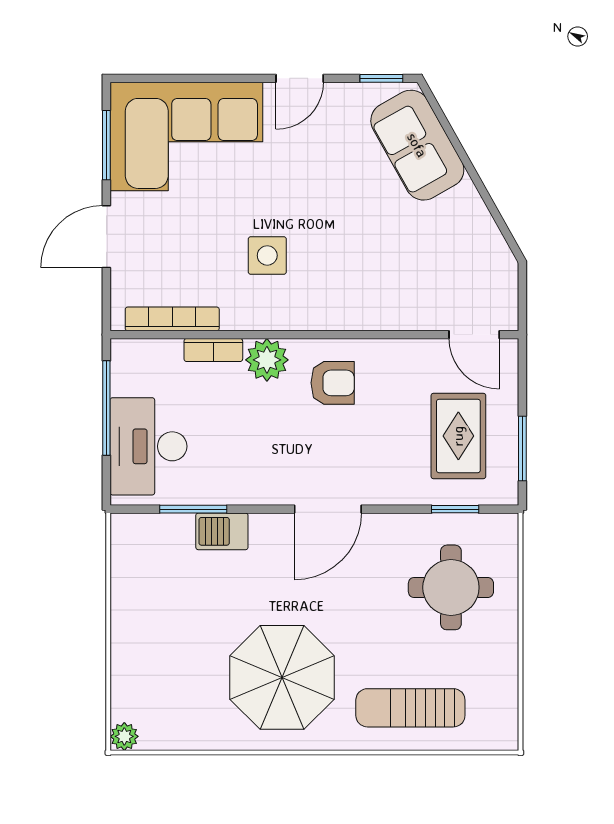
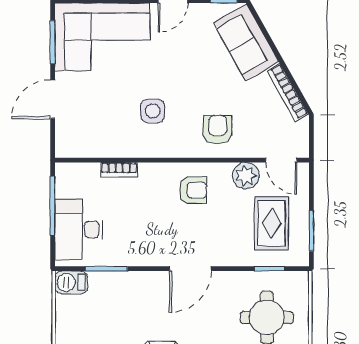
armchair: (372, 286) -> (218, 130), added
bookcase: (172, 319) -> (288, 93), moved, turned -119
plant: (267, 360) -> (246, 176), moved
barbecue: (222, 531) -> (71, 282), moved

